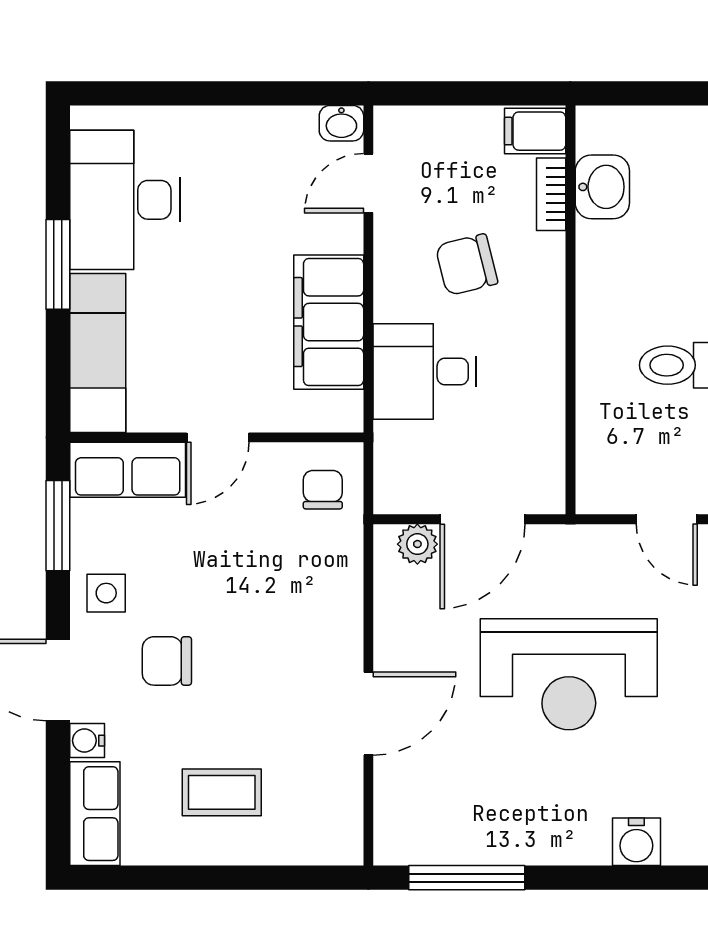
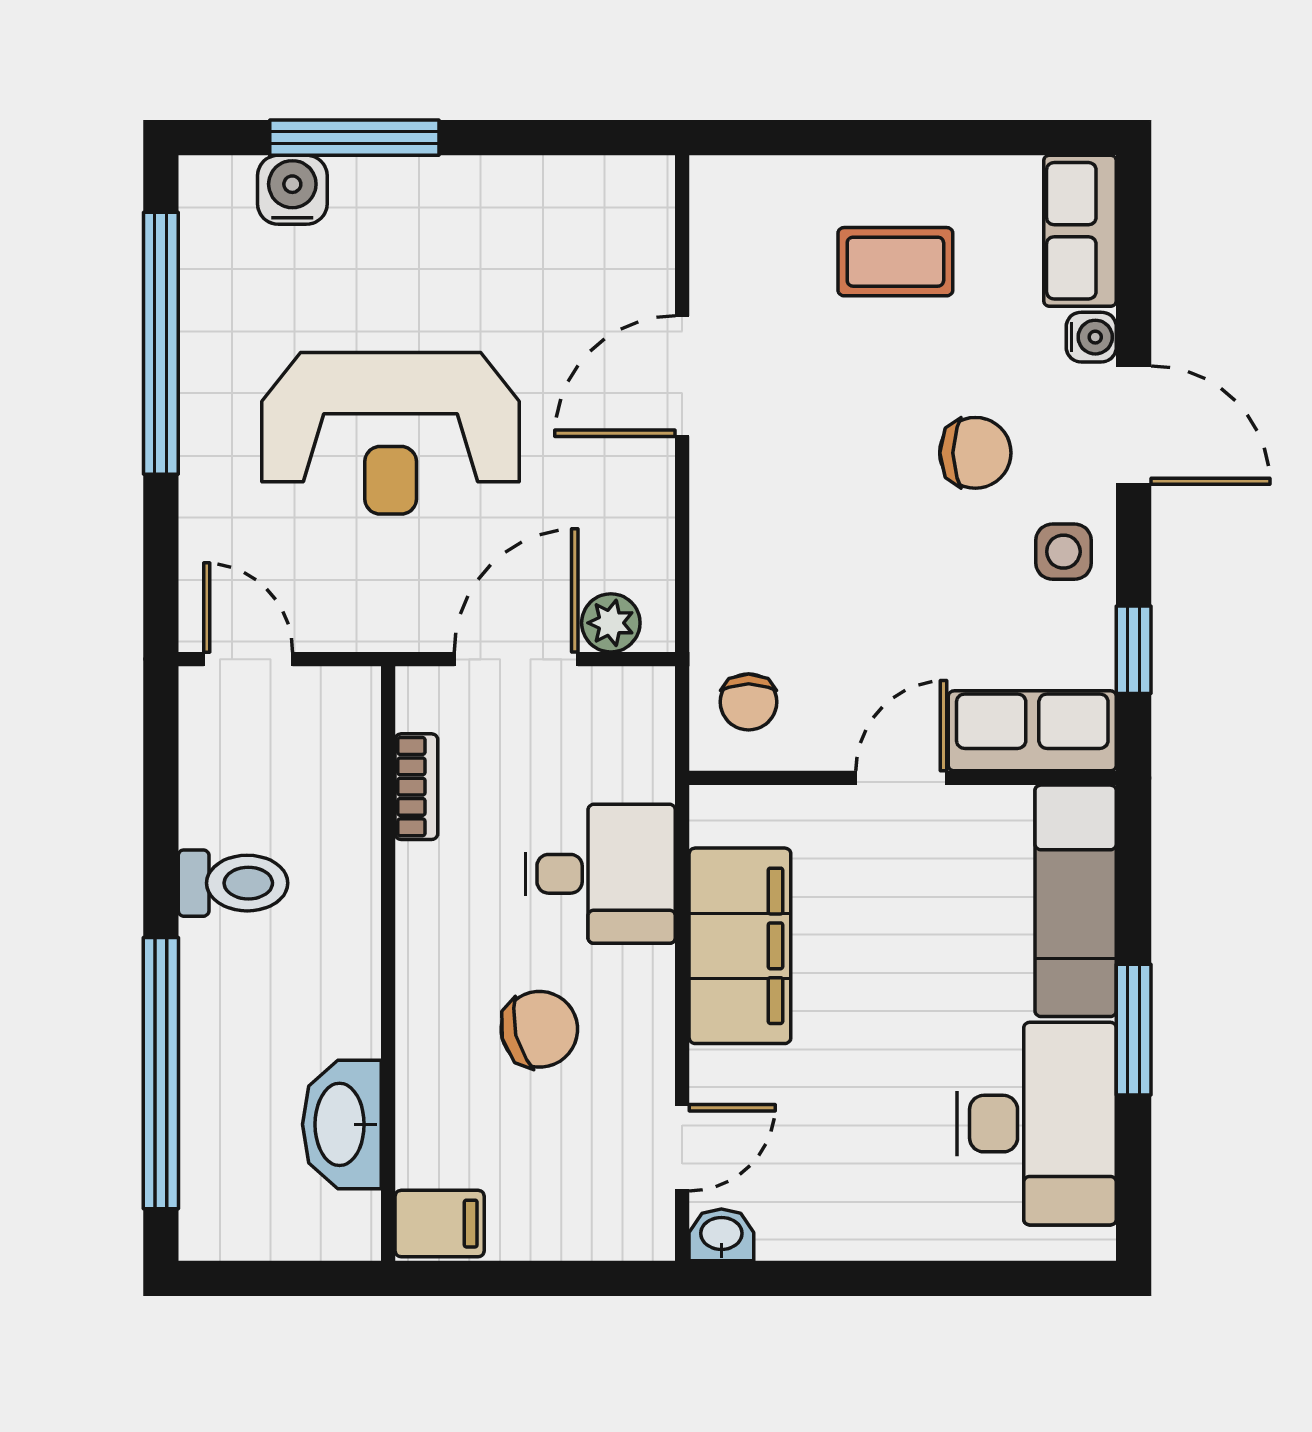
washbasin: (602, 187) -> (342, 1124), width x1.38
bookcase: (551, 194) -> (416, 787), moved
window: (58, 526) -> (1134, 650), width x0.67
reception desk: (569, 674) -> (391, 433), turned 180
window: (467, 878) -> (354, 138), moved

